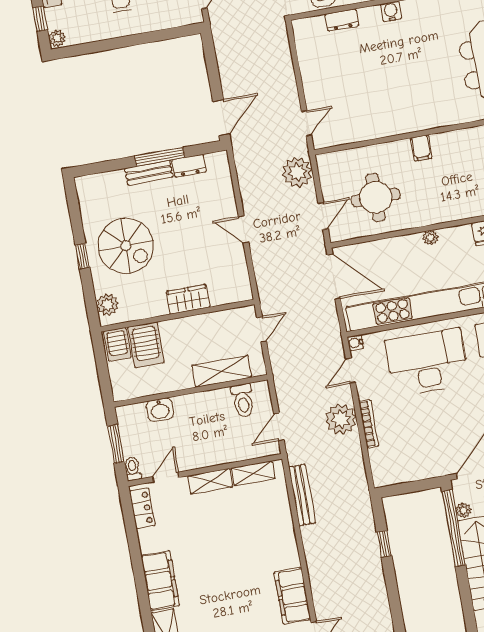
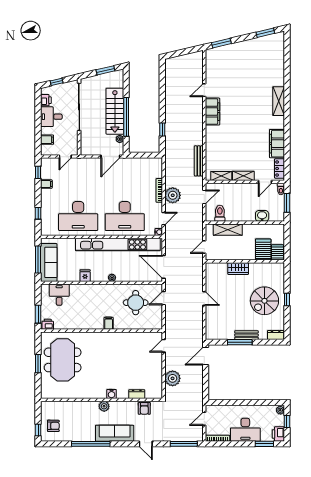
dresser: (189, 166) -> (276, 335), moved
plant: (297, 172) -> (173, 378), moved
spiral stairs: (126, 246) -> (264, 301), turned -90
plant: (107, 305) -> (279, 273), removed
window: (454, 528) -> (126, 117), moved
filing cabinet: (160, 581) -> (277, 144), moved

